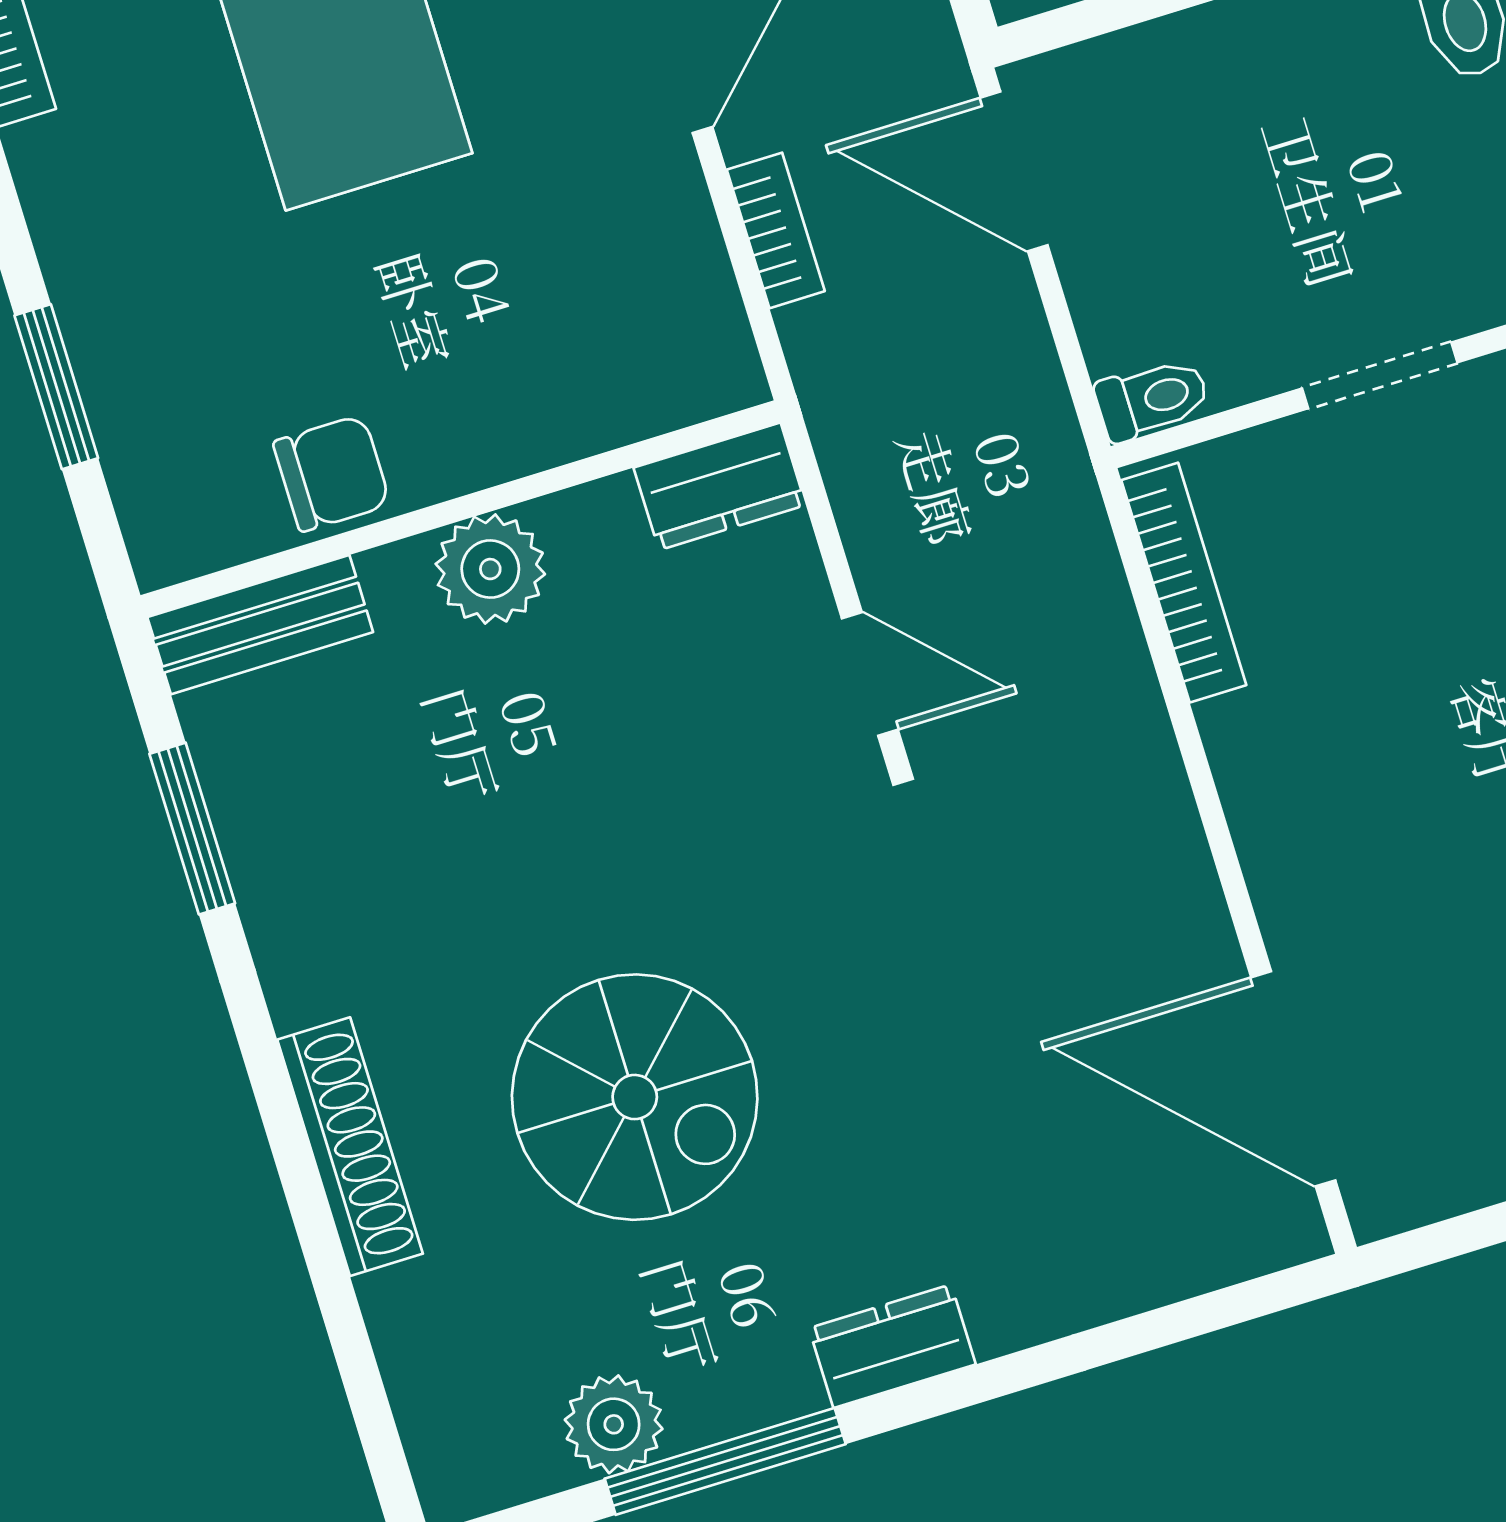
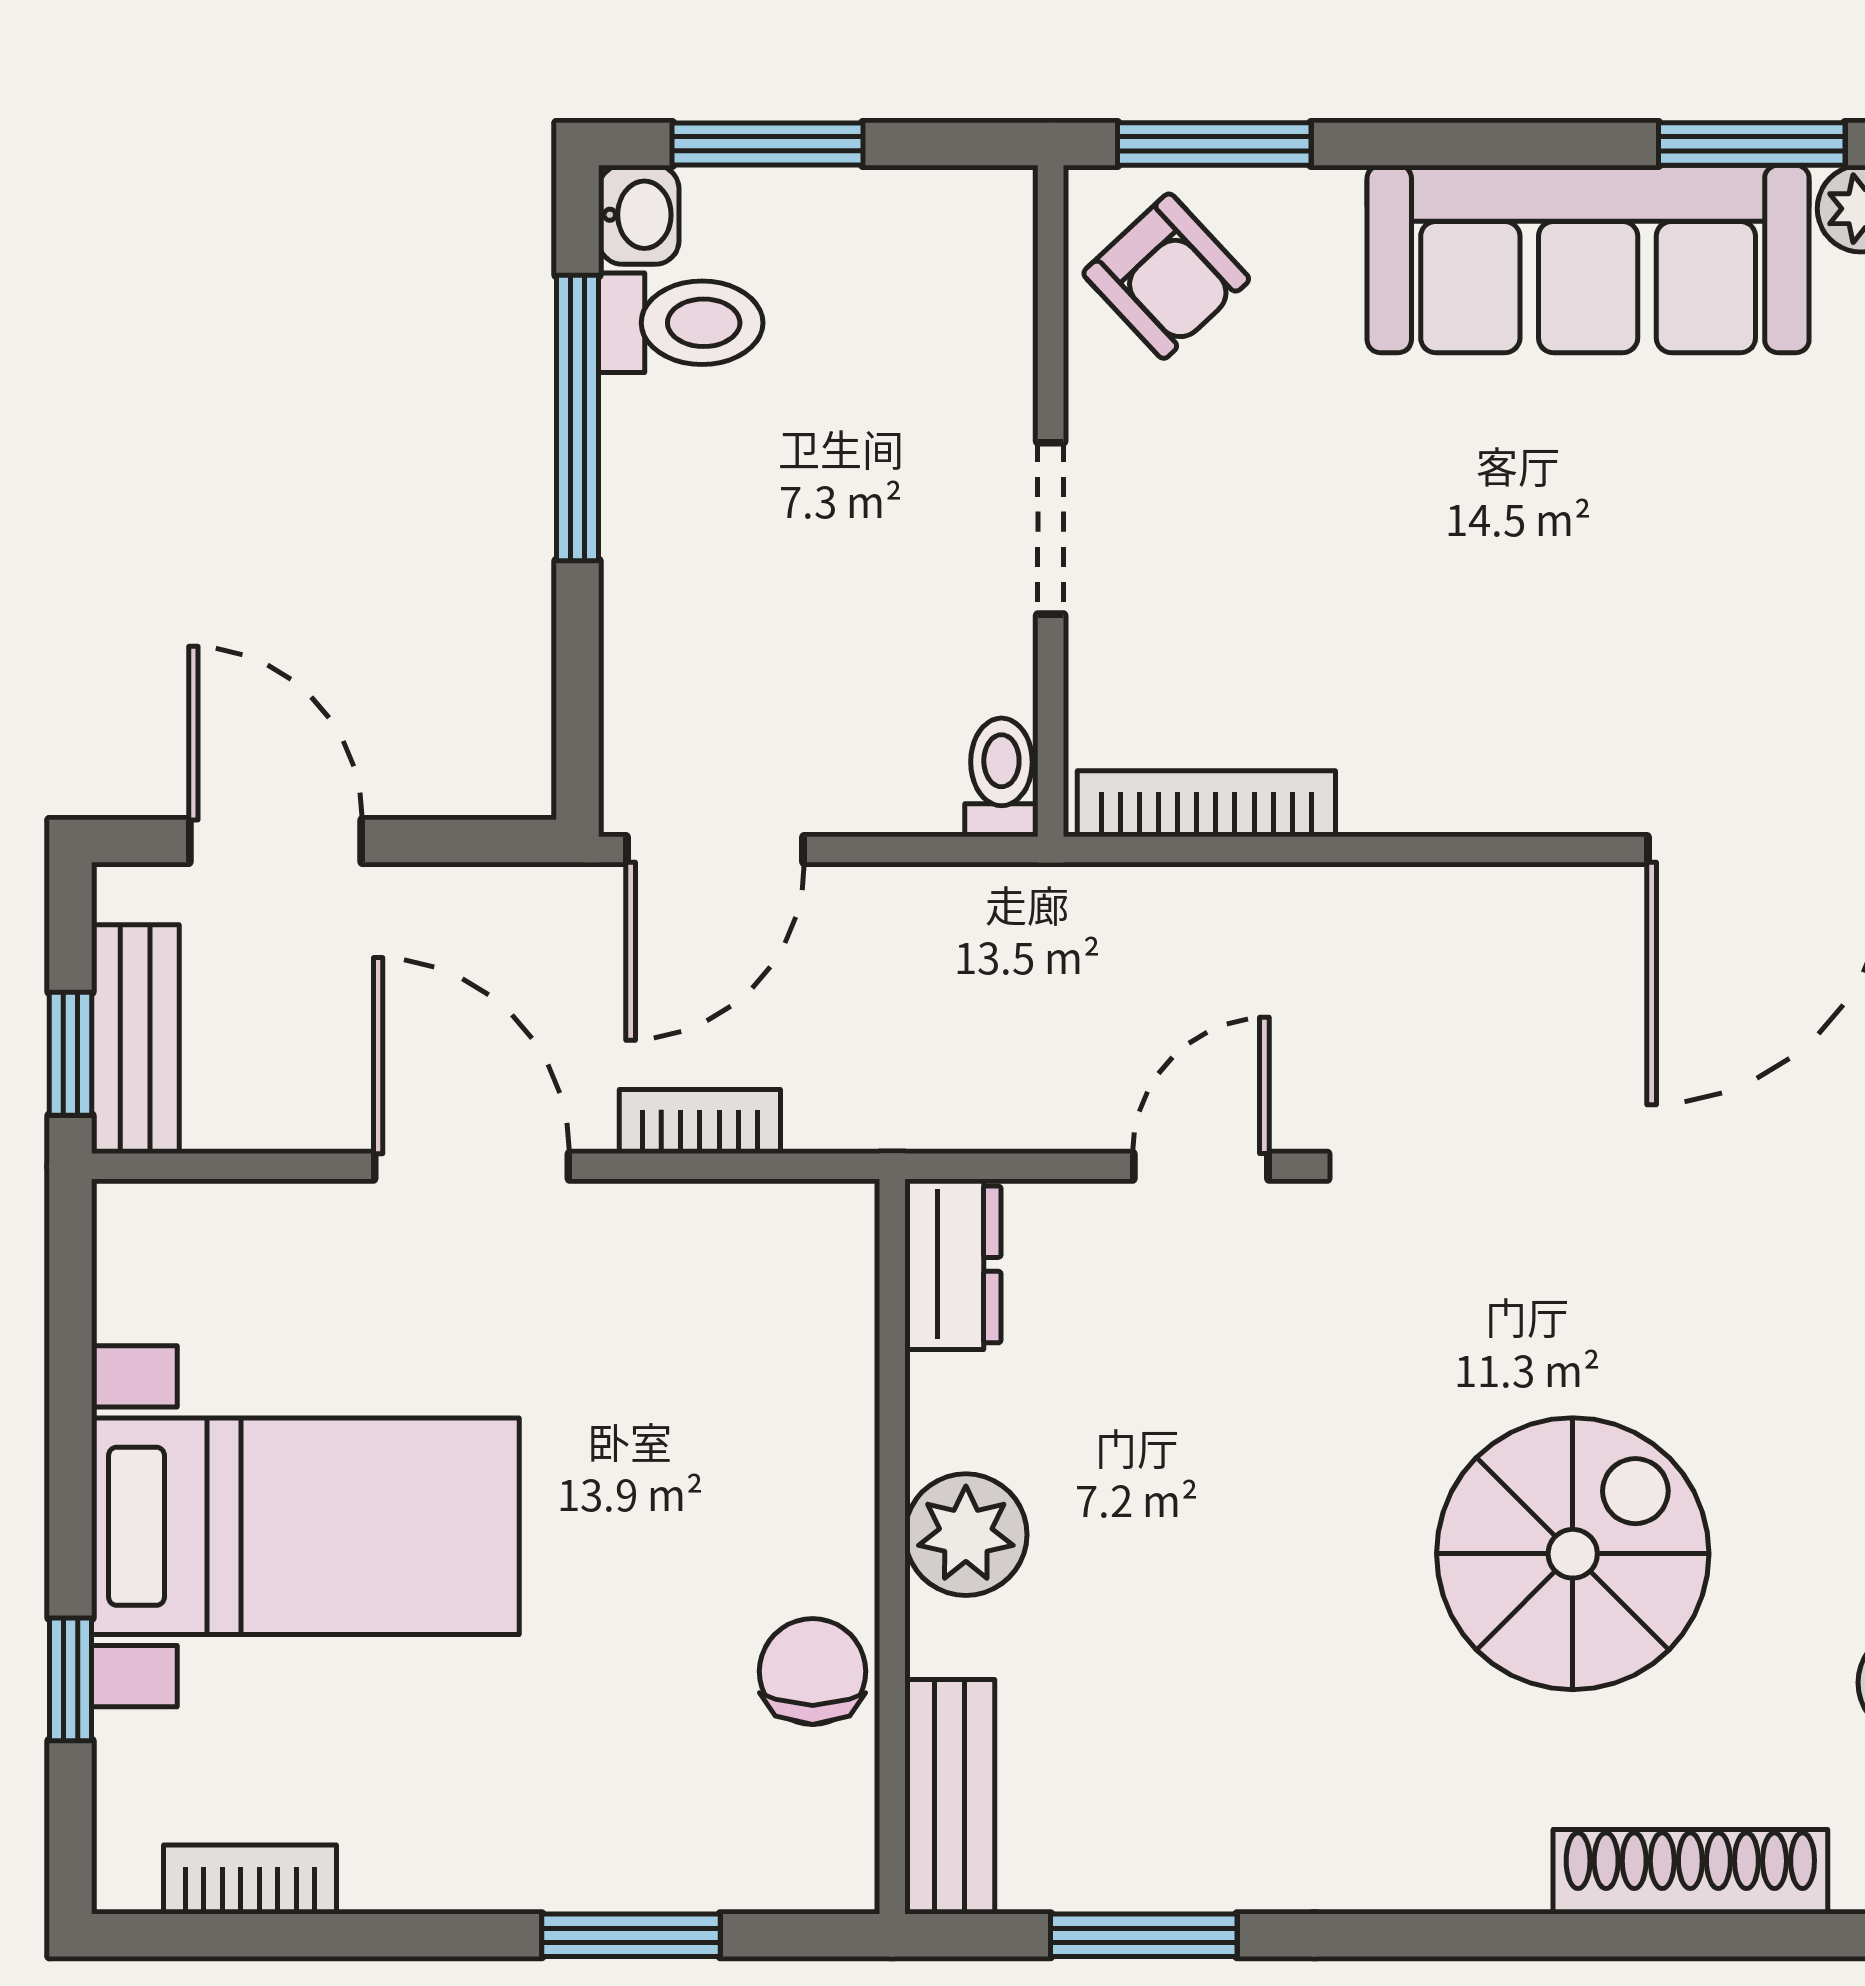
shoe rack: (350, 1147) -> (1690, 1872), moved

